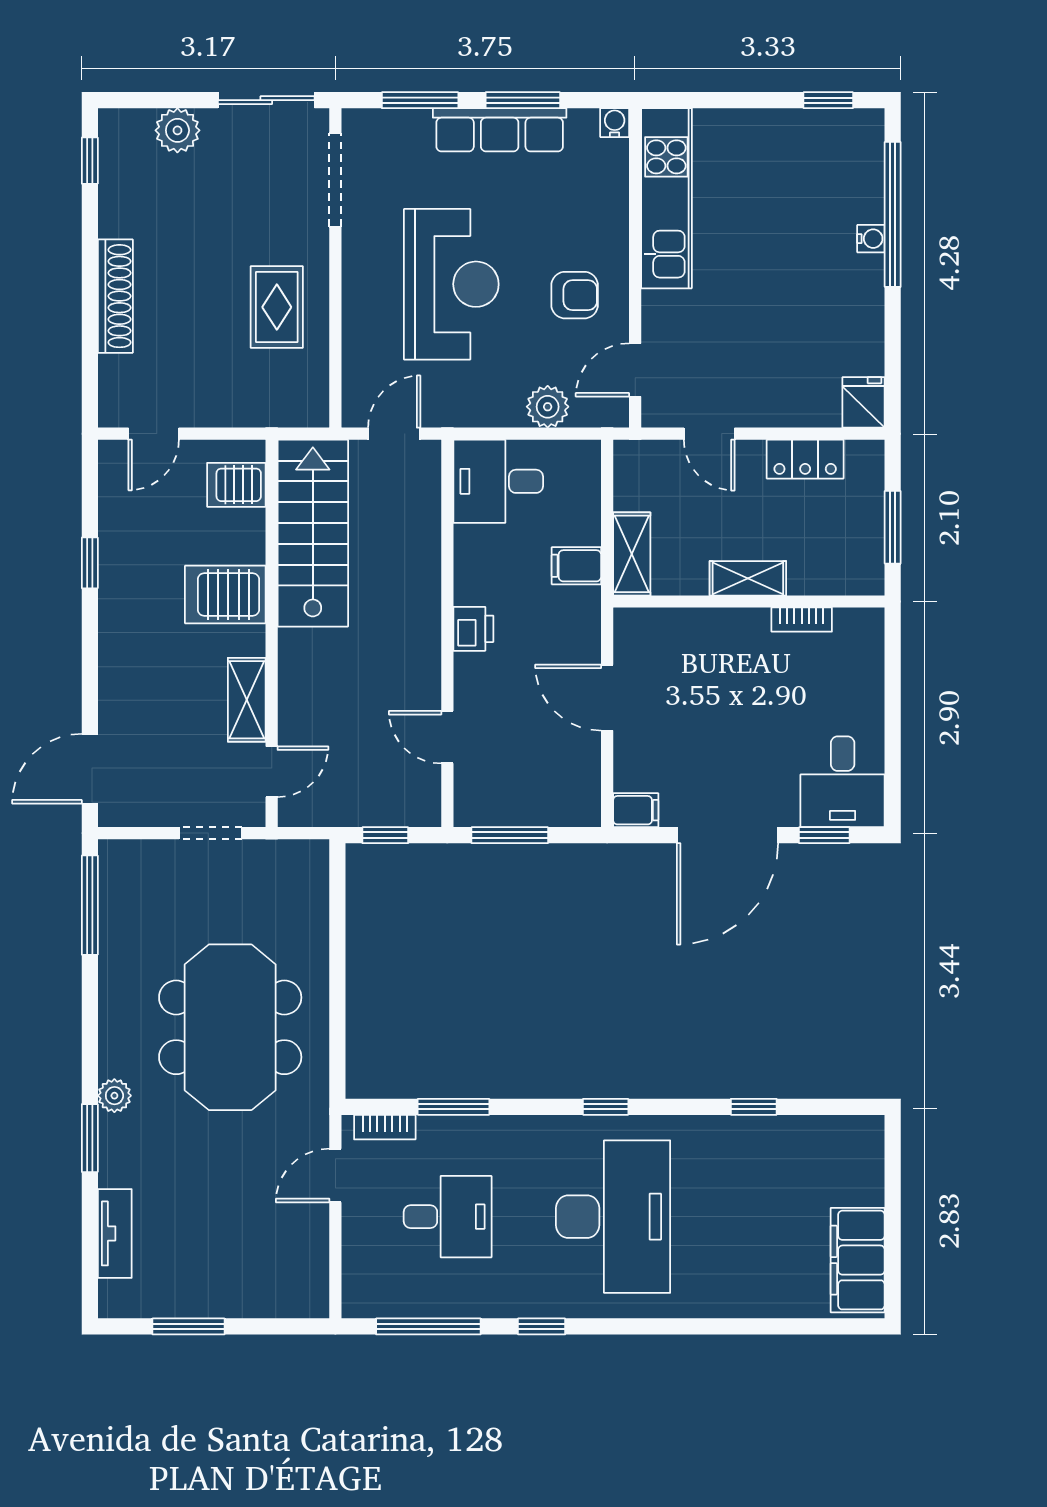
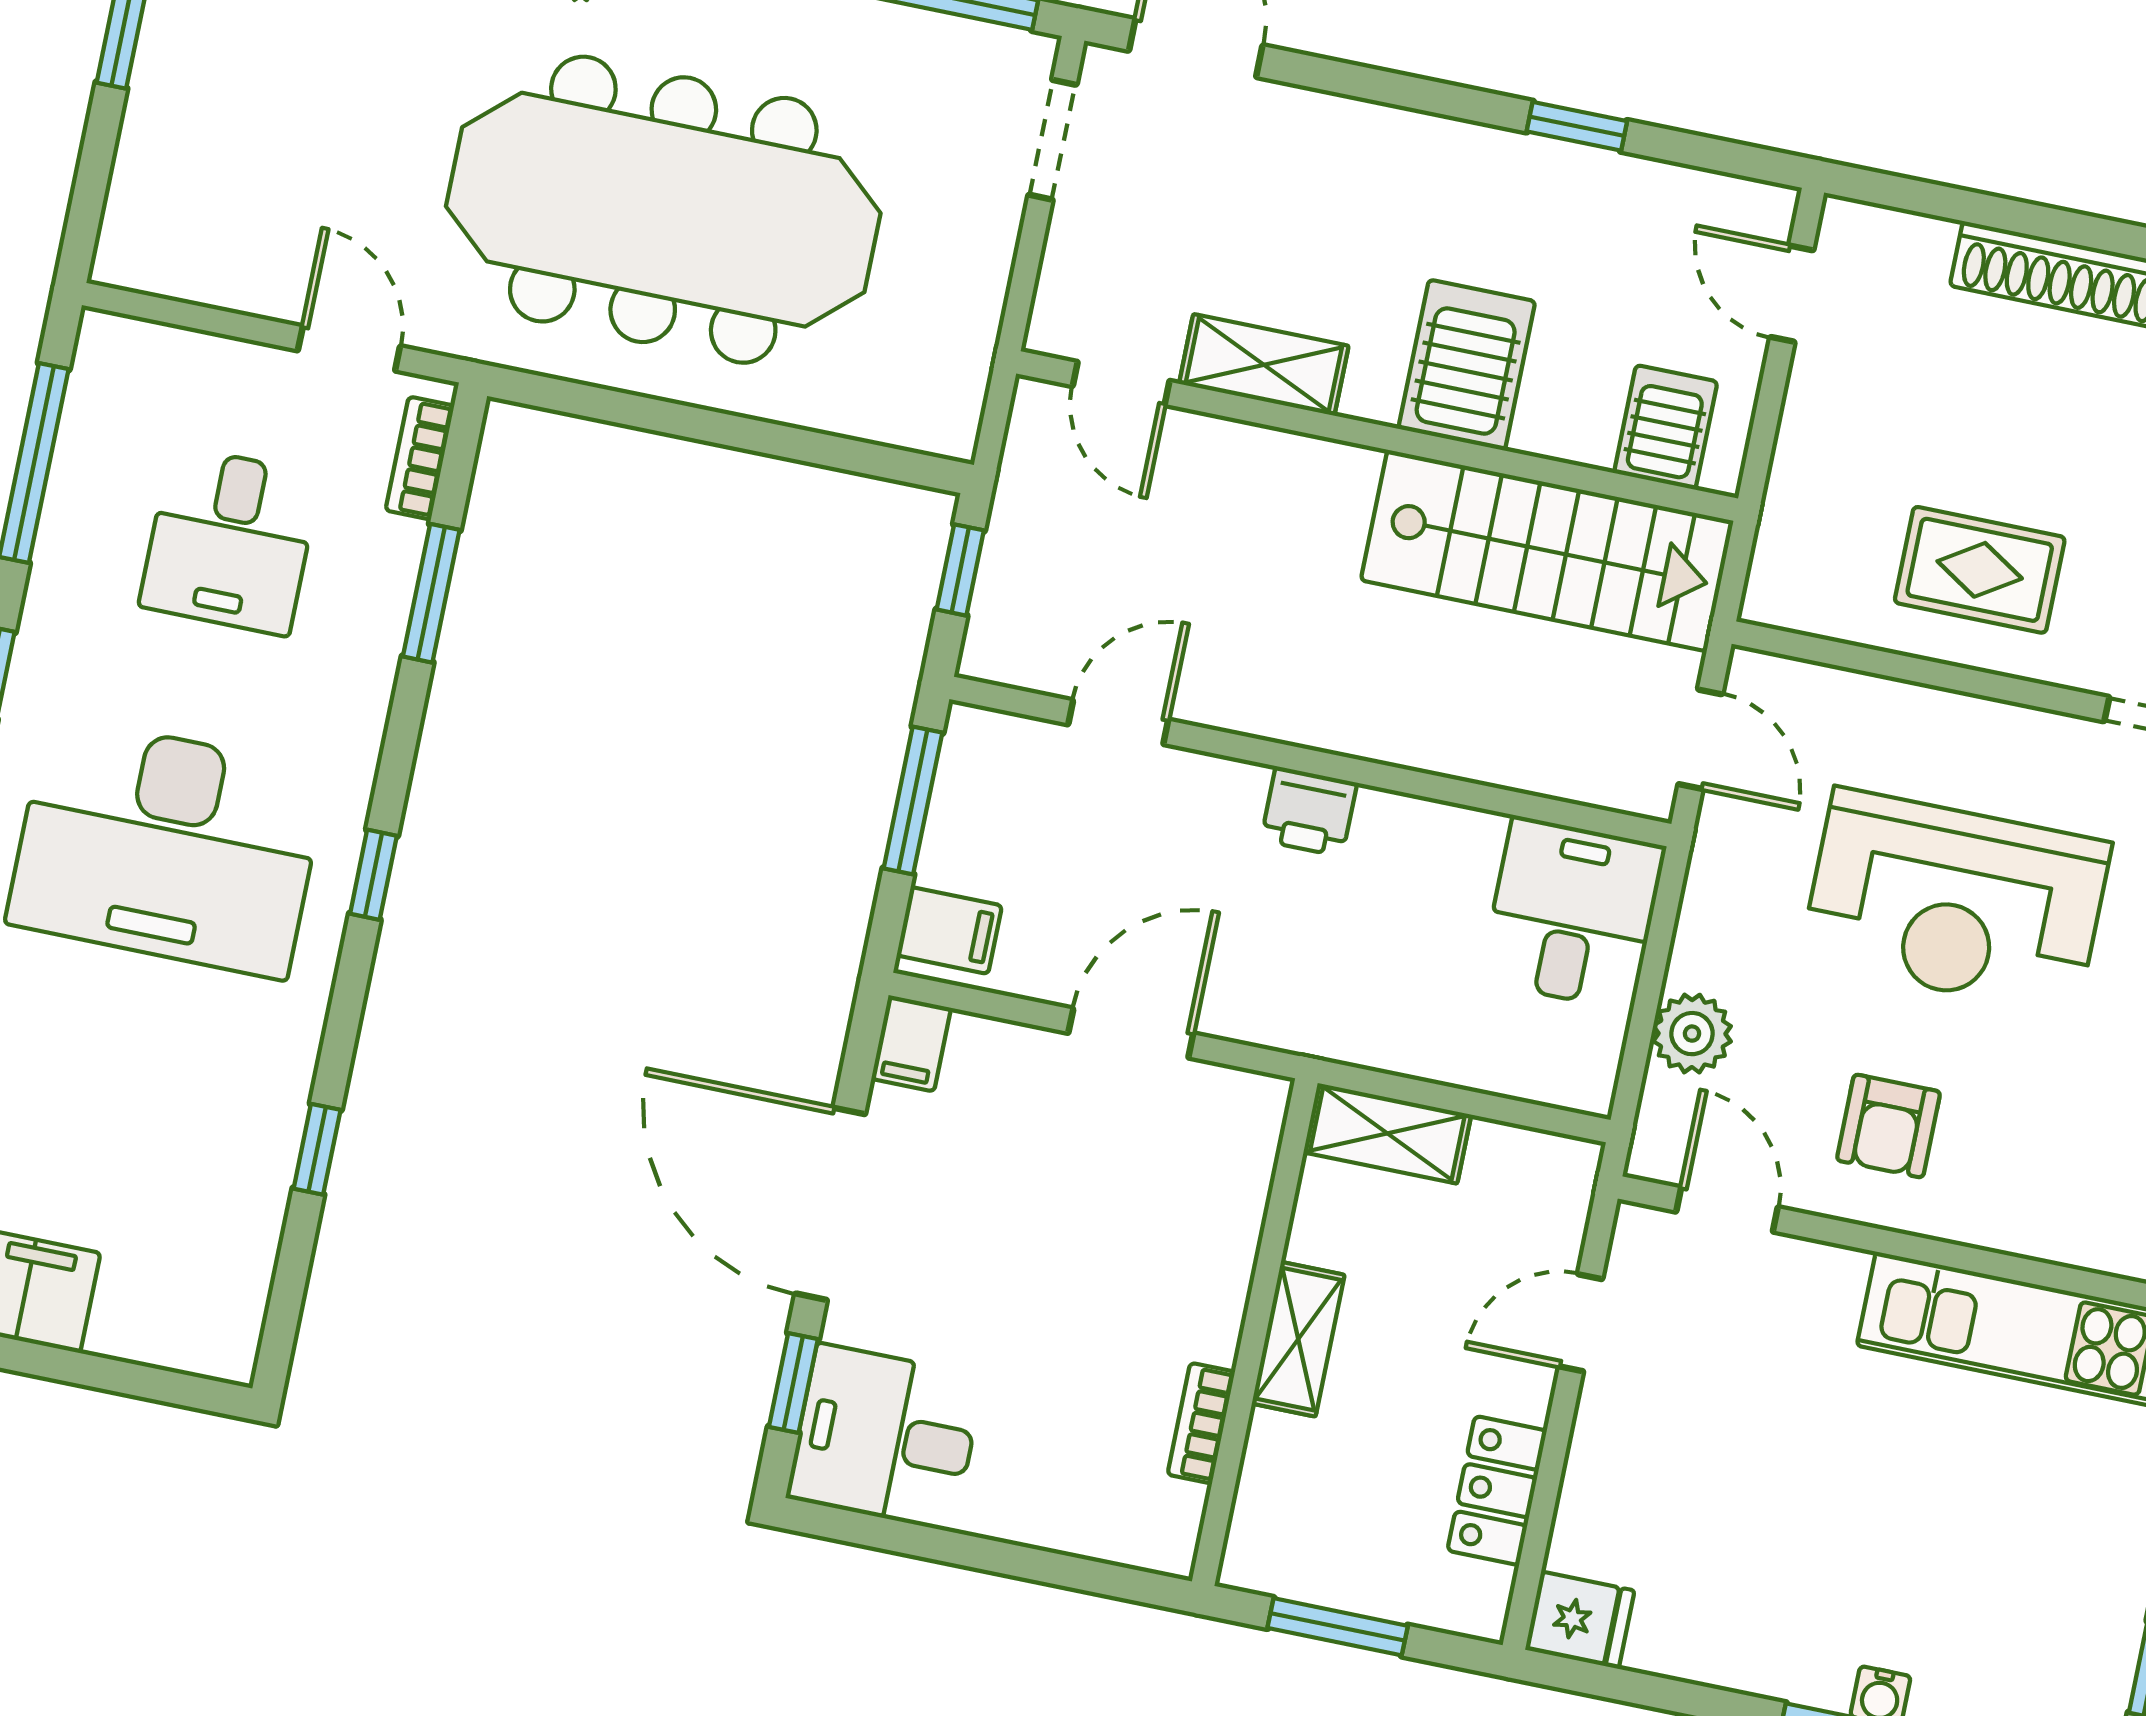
filing cabinet: (576, 566) -> (949, 930), moved, turned 90
doorway: (210, 833) -> (1052, 140), moved
meeting table: (230, 1027) -> (663, 210), width x1.36

